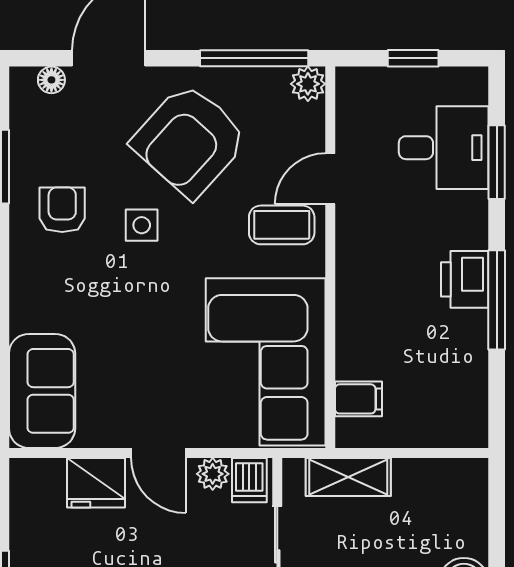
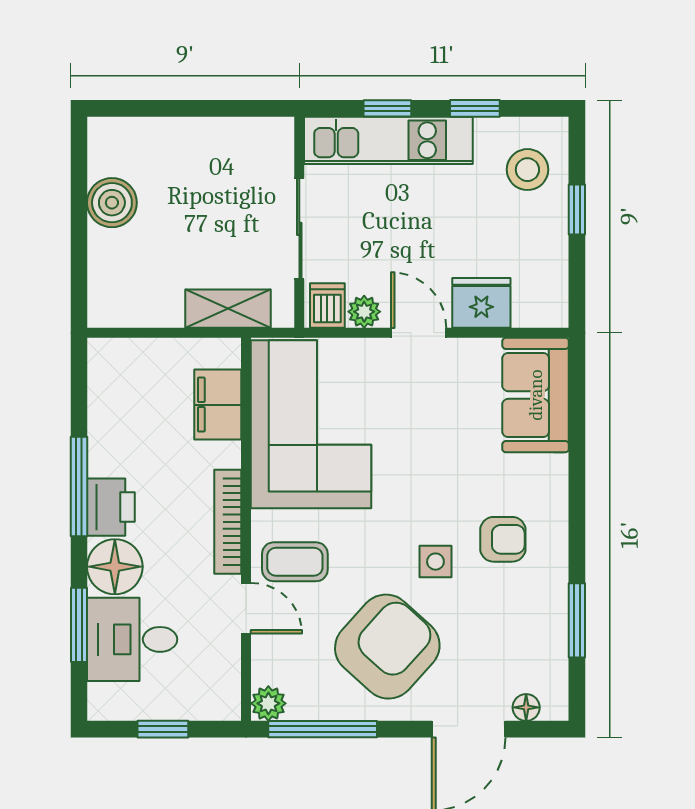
door: (330, 179) -> (246, 608), hinge flipped
armchair: (62, 210) -> (503, 539), moved, turned -90
floor lamp: (461, 220) -> (115, 567), added
bookcase: (348, 265) -> (228, 522), added
filing cabinet: (358, 399) -> (218, 405), width x2.00

